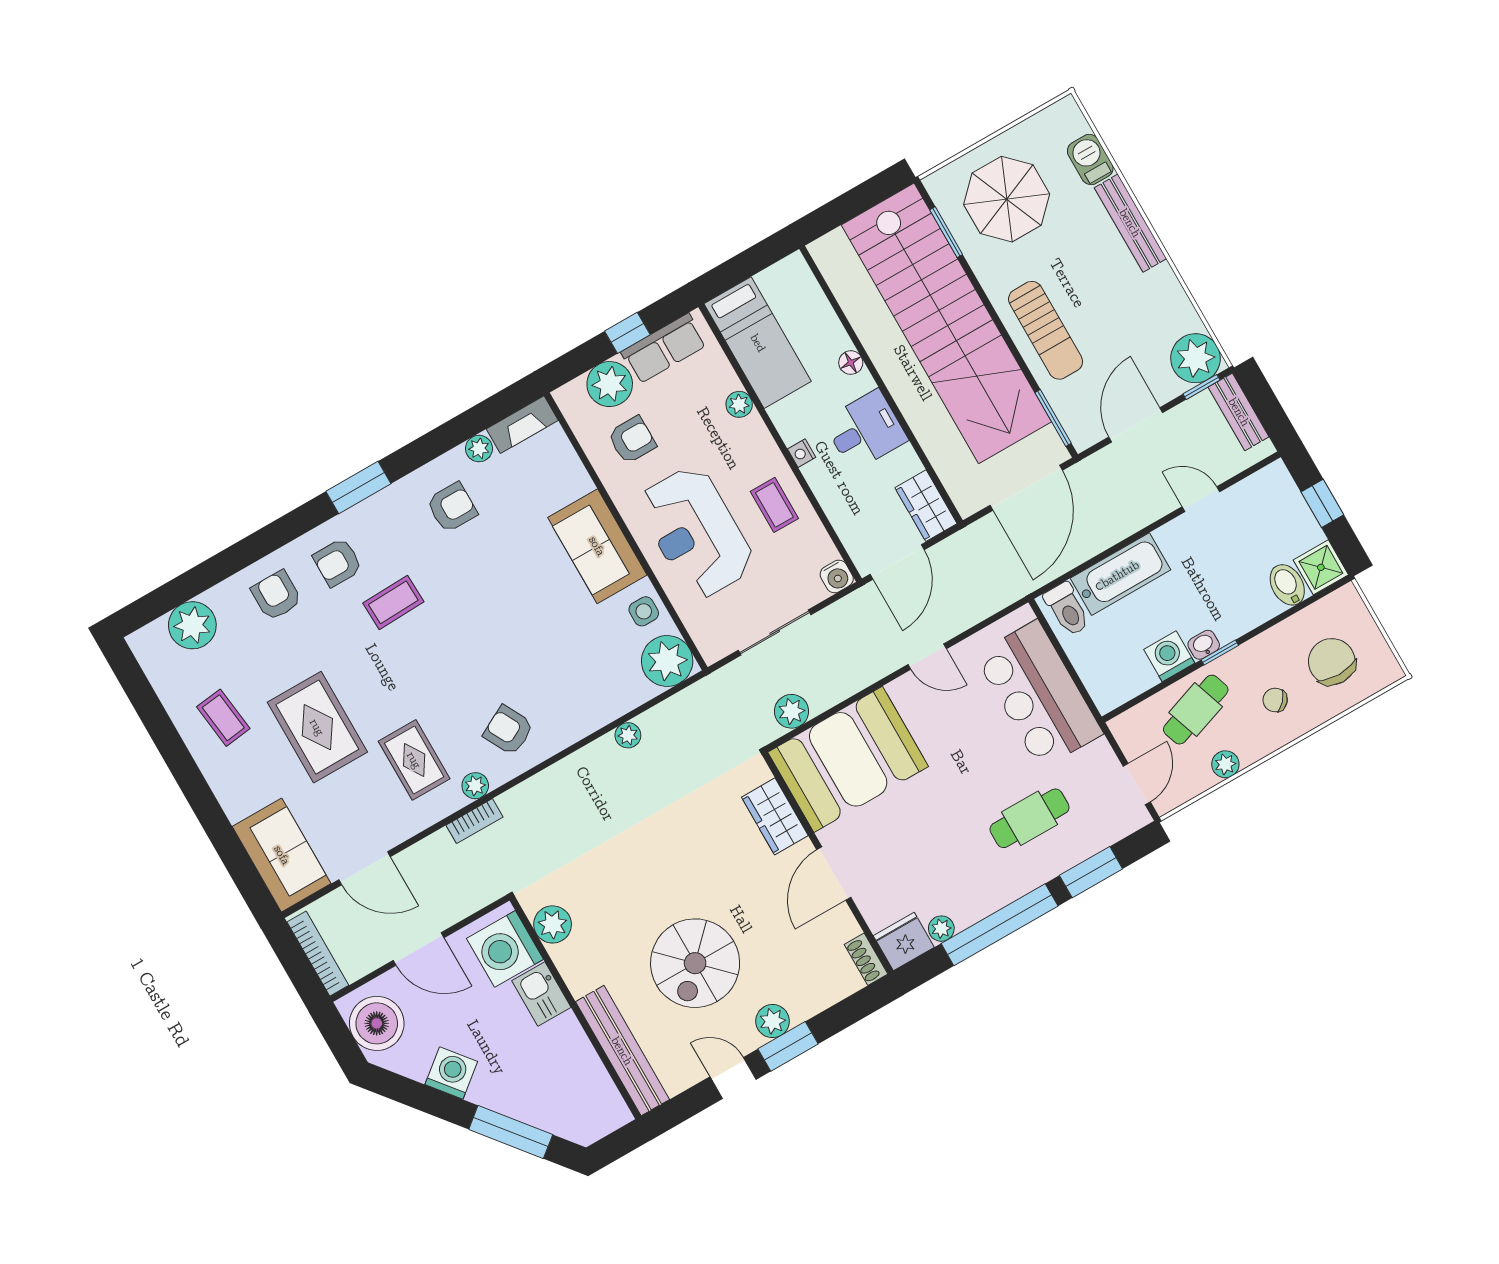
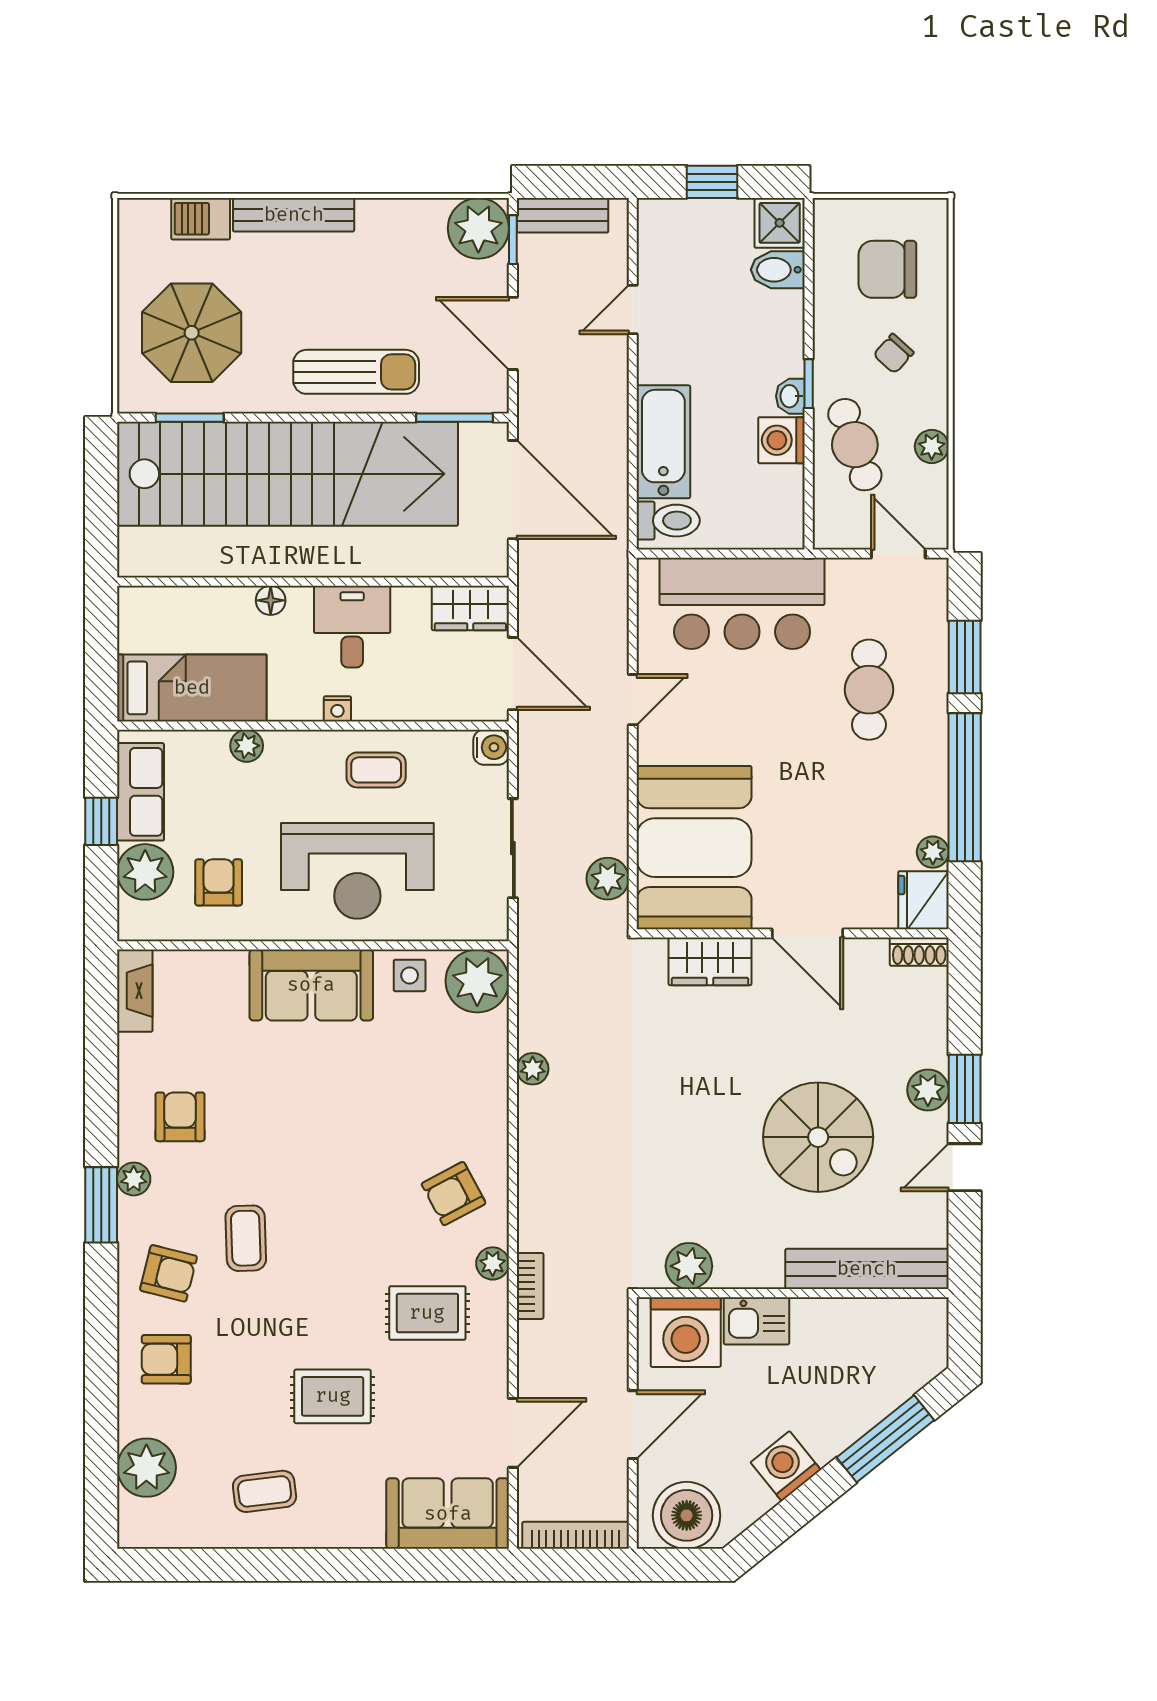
plant: (479, 449) -> (134, 1179), moved
armchair: (338, 562) -> (168, 1273), turned -76
rug: (317, 727) -> (333, 1396), width x0.73, depth x0.70

